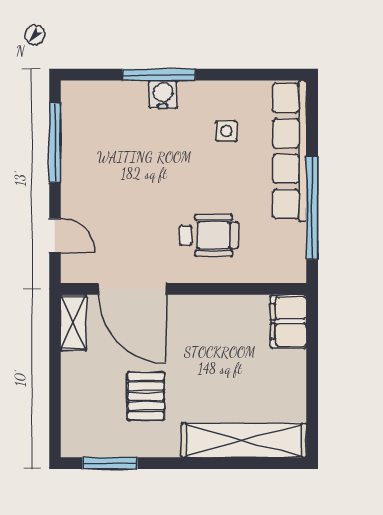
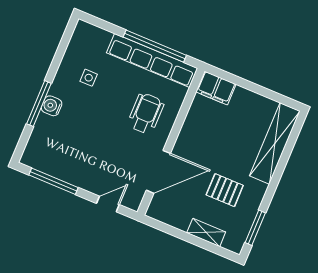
row of seats: (290, 151) -> (152, 61), moved
shelving: (73, 323) -> (206, 232), moved

